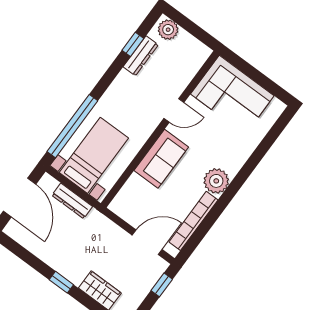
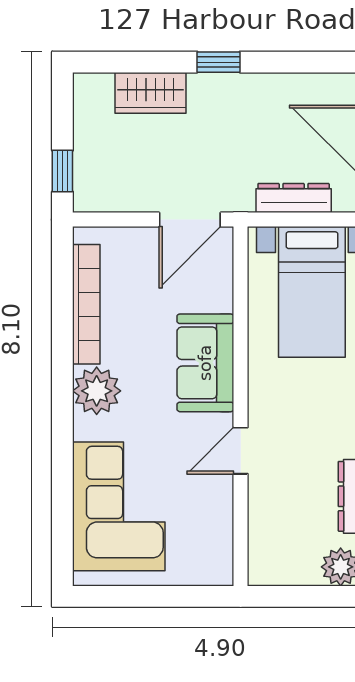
corner sofa: (232, 95) -> (119, 506), moved, turned 90
door: (147, 242) -> (190, 220), moved

